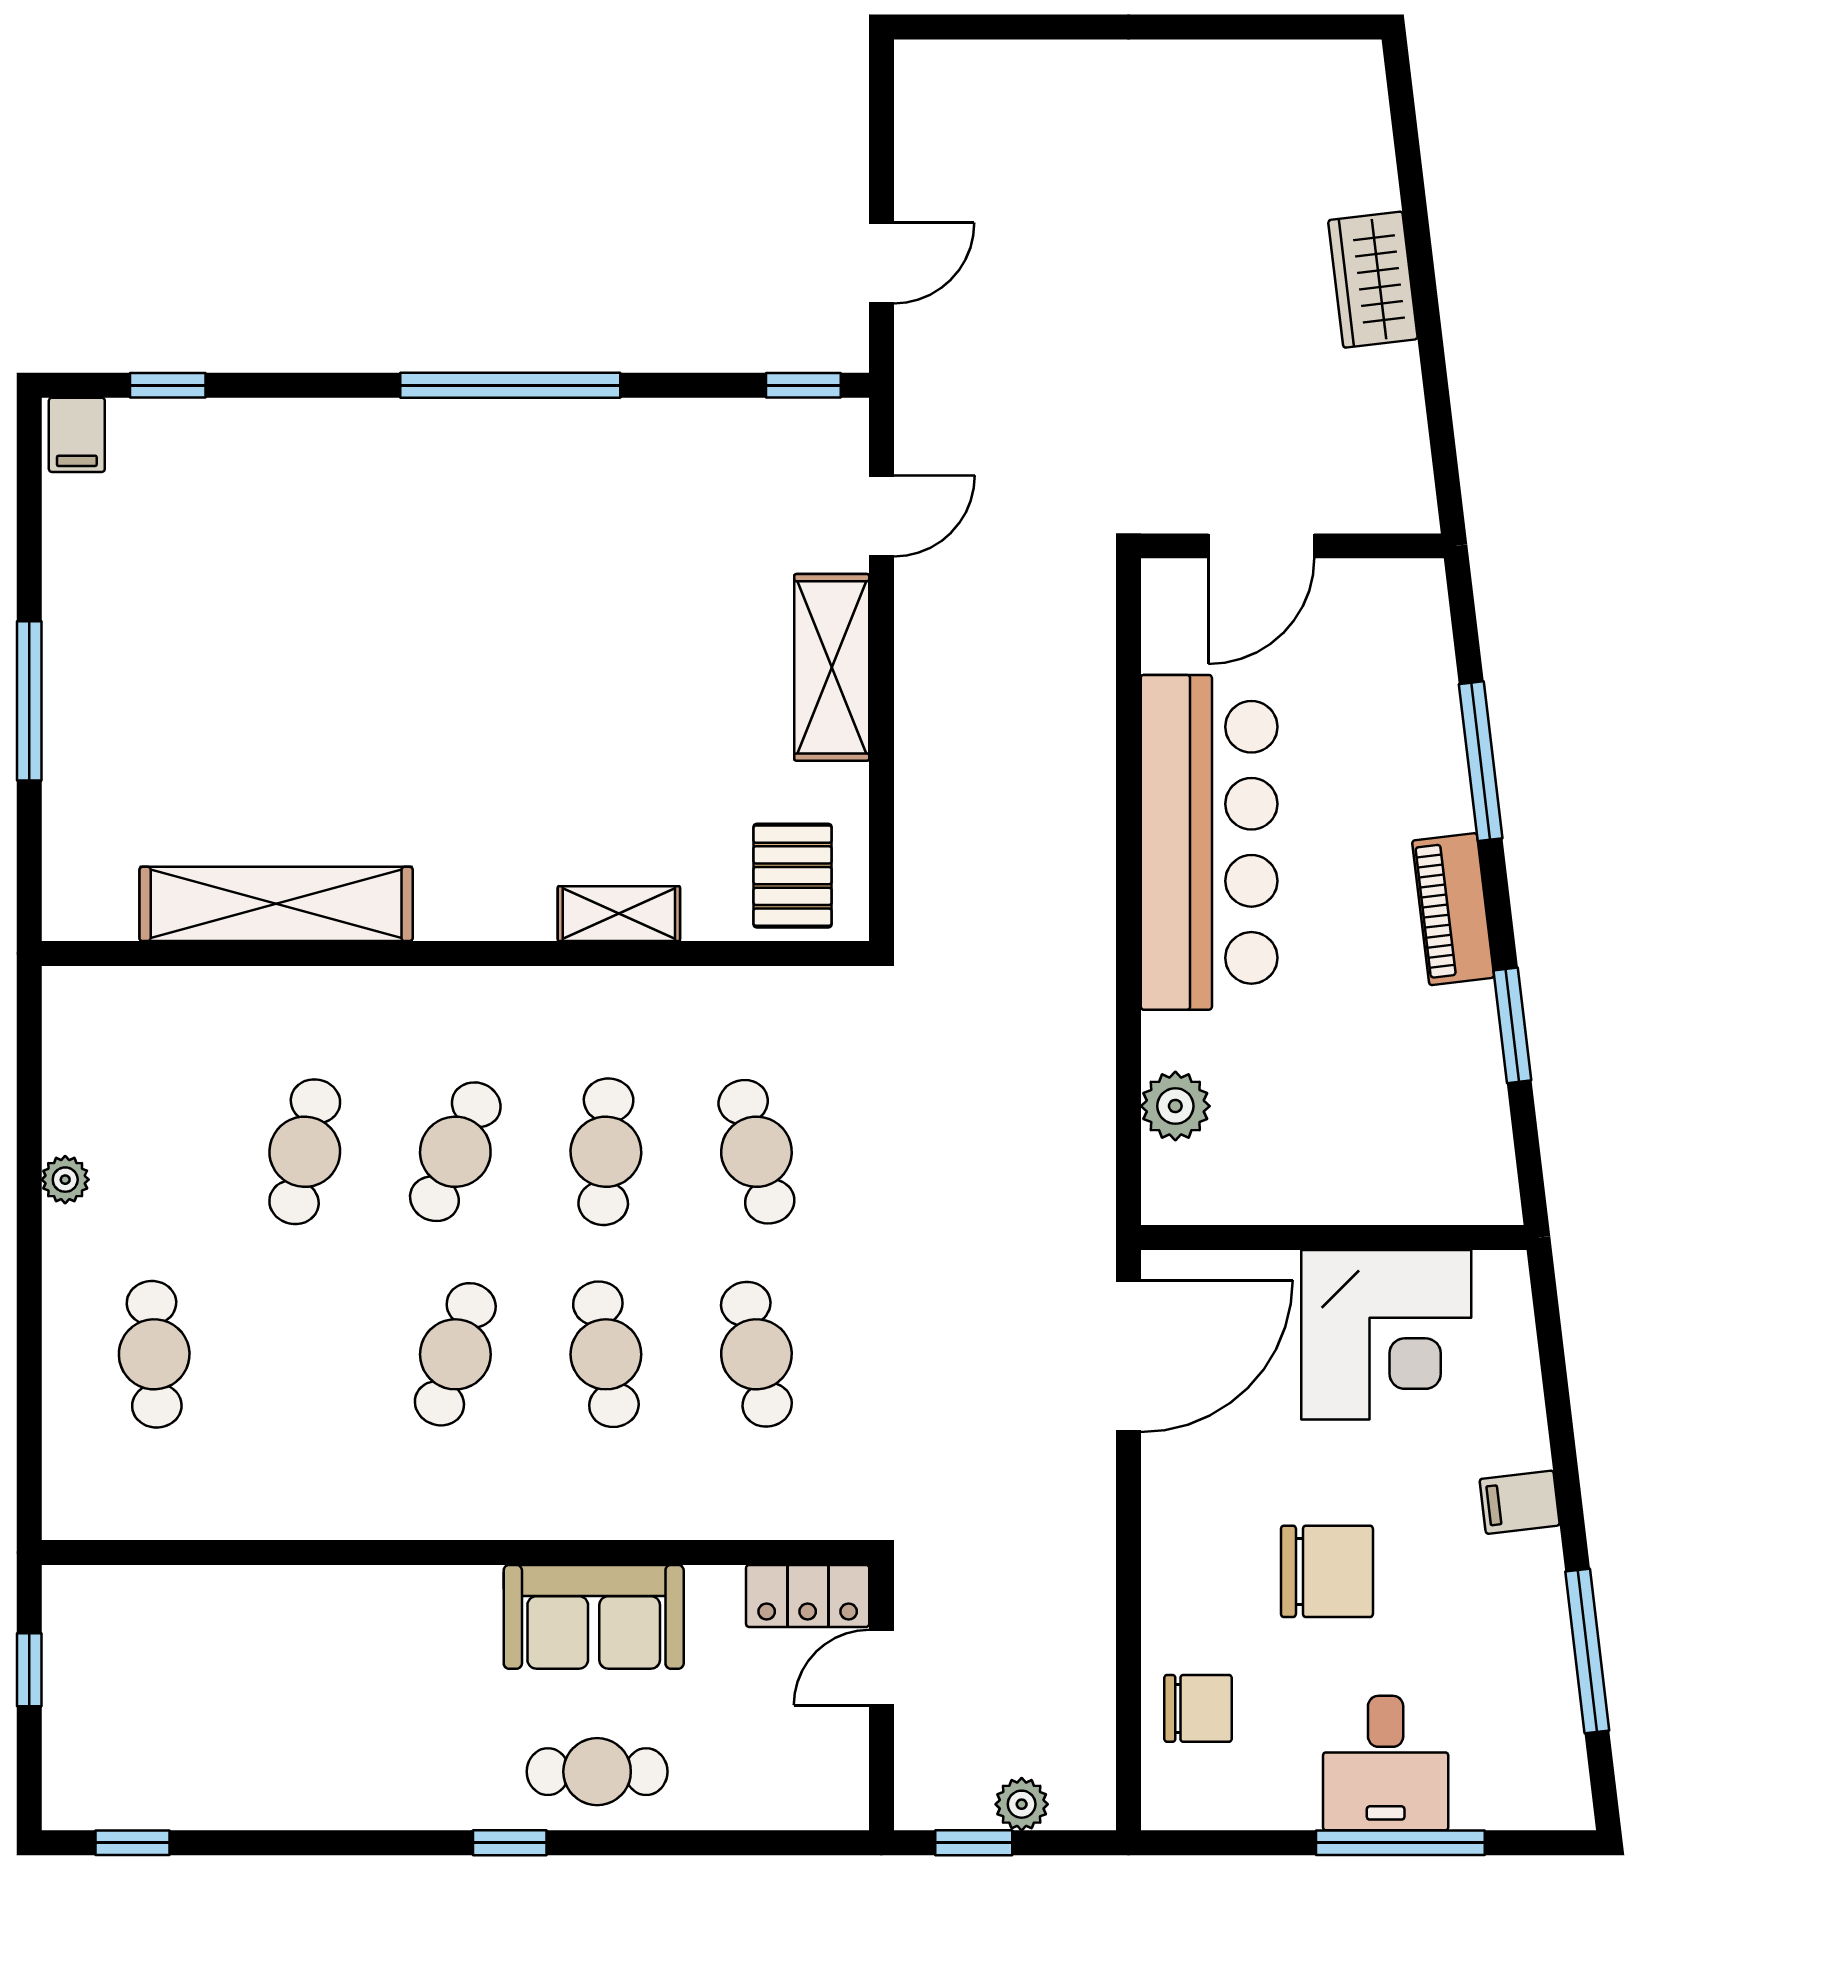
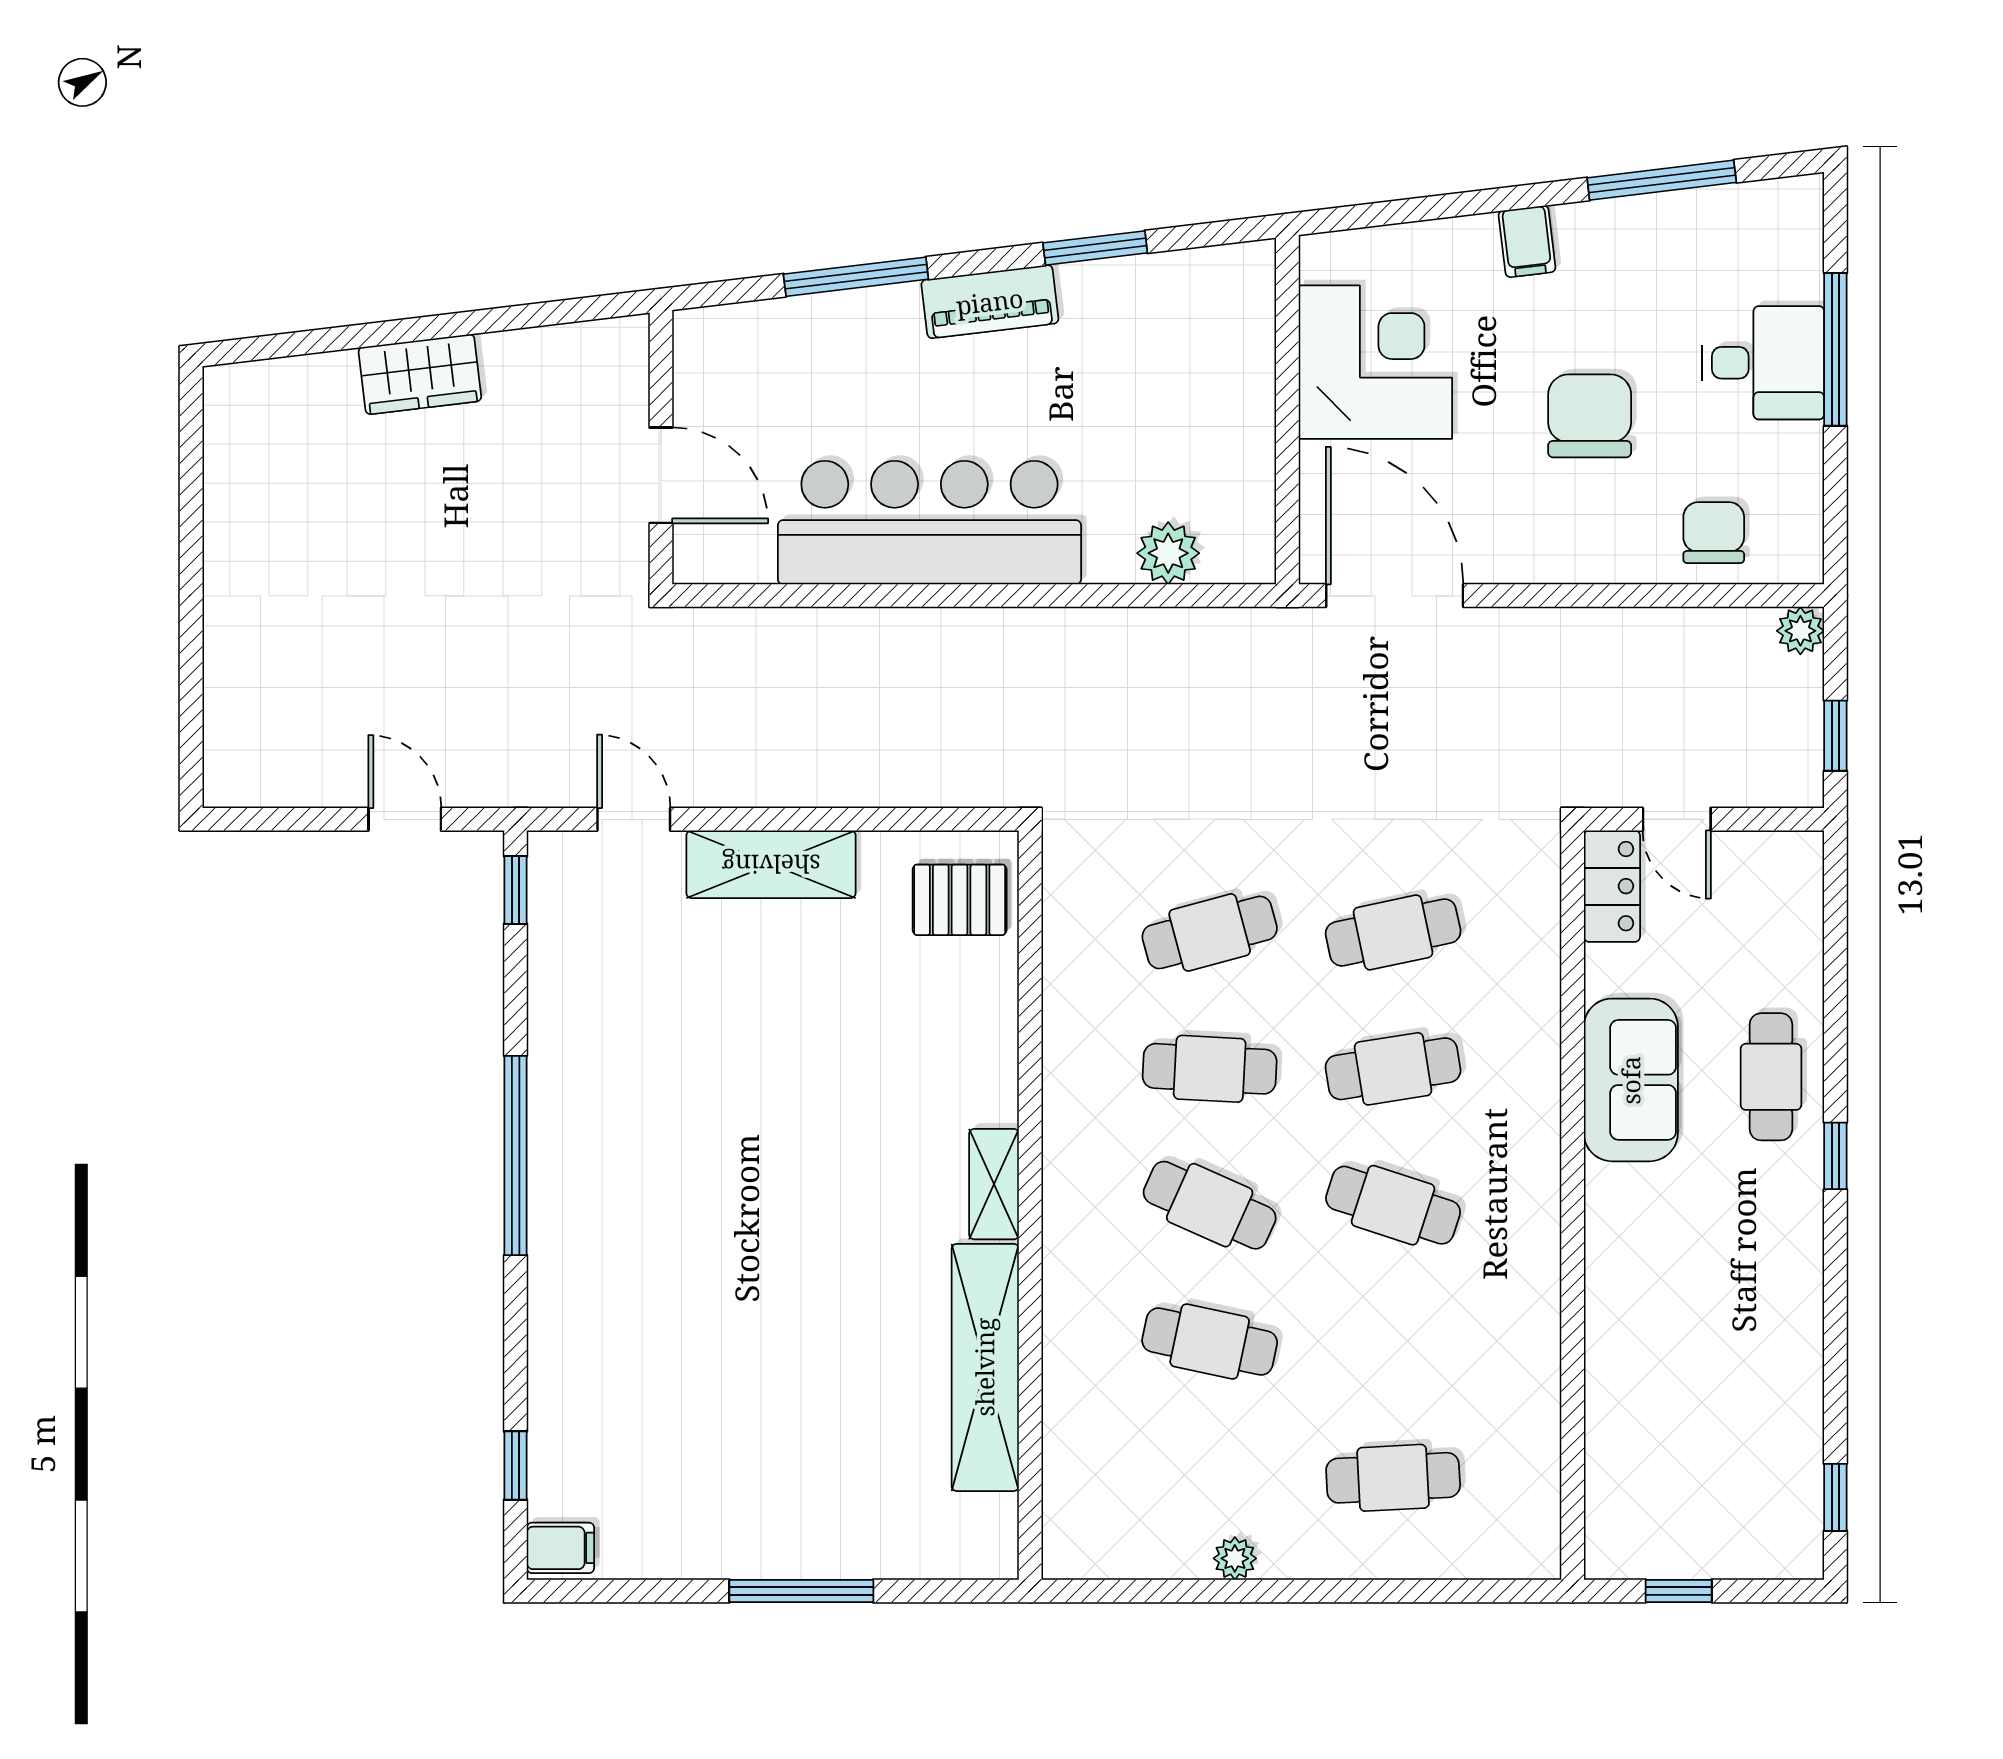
shelving: (619, 914) -> (994, 1184), moved
plant: (1022, 1804) -> (1800, 631), moved

